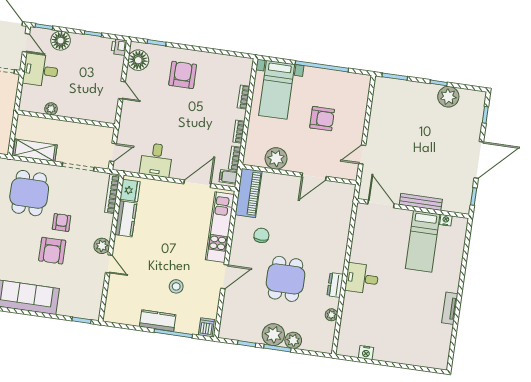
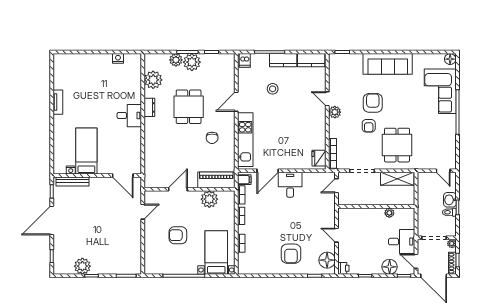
desk: (156, 160) -> (290, 185), moved
piano: (249, 193) -> (216, 180), moved, turned 90
bench: (421, 202) -> (73, 181), moved
kitchen counter: (126, 219) -> (311, 60), moved, turned -90
plant: (331, 315) -> (153, 80), width x1.88, depth x1.88

